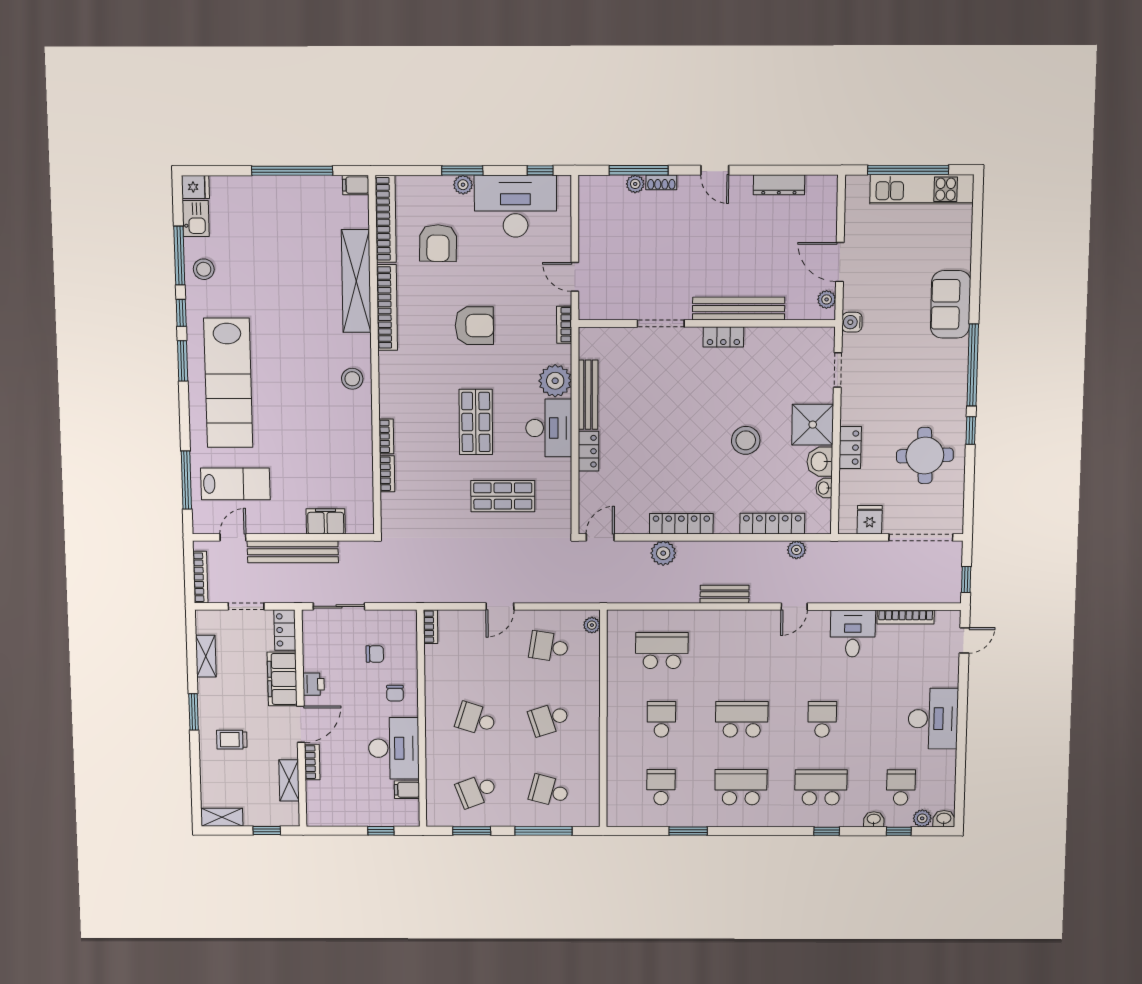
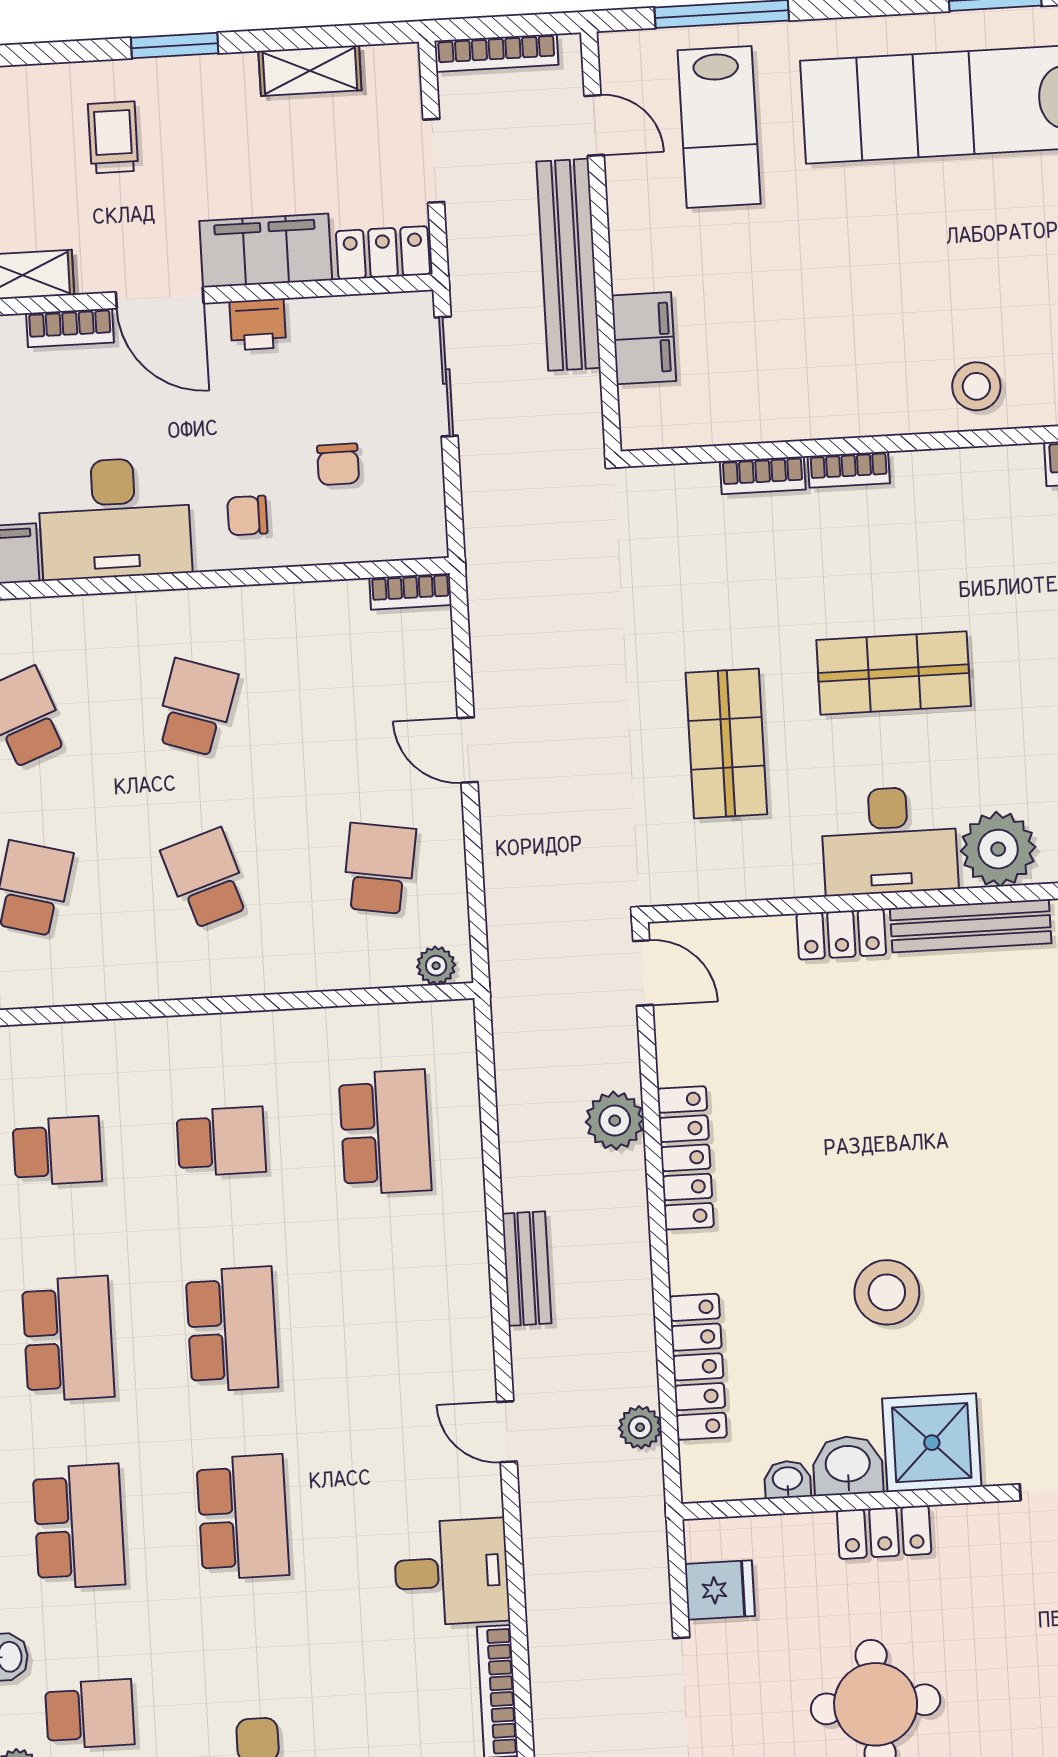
school desk: (822, 719) -> (243, 1517), width x1.85

